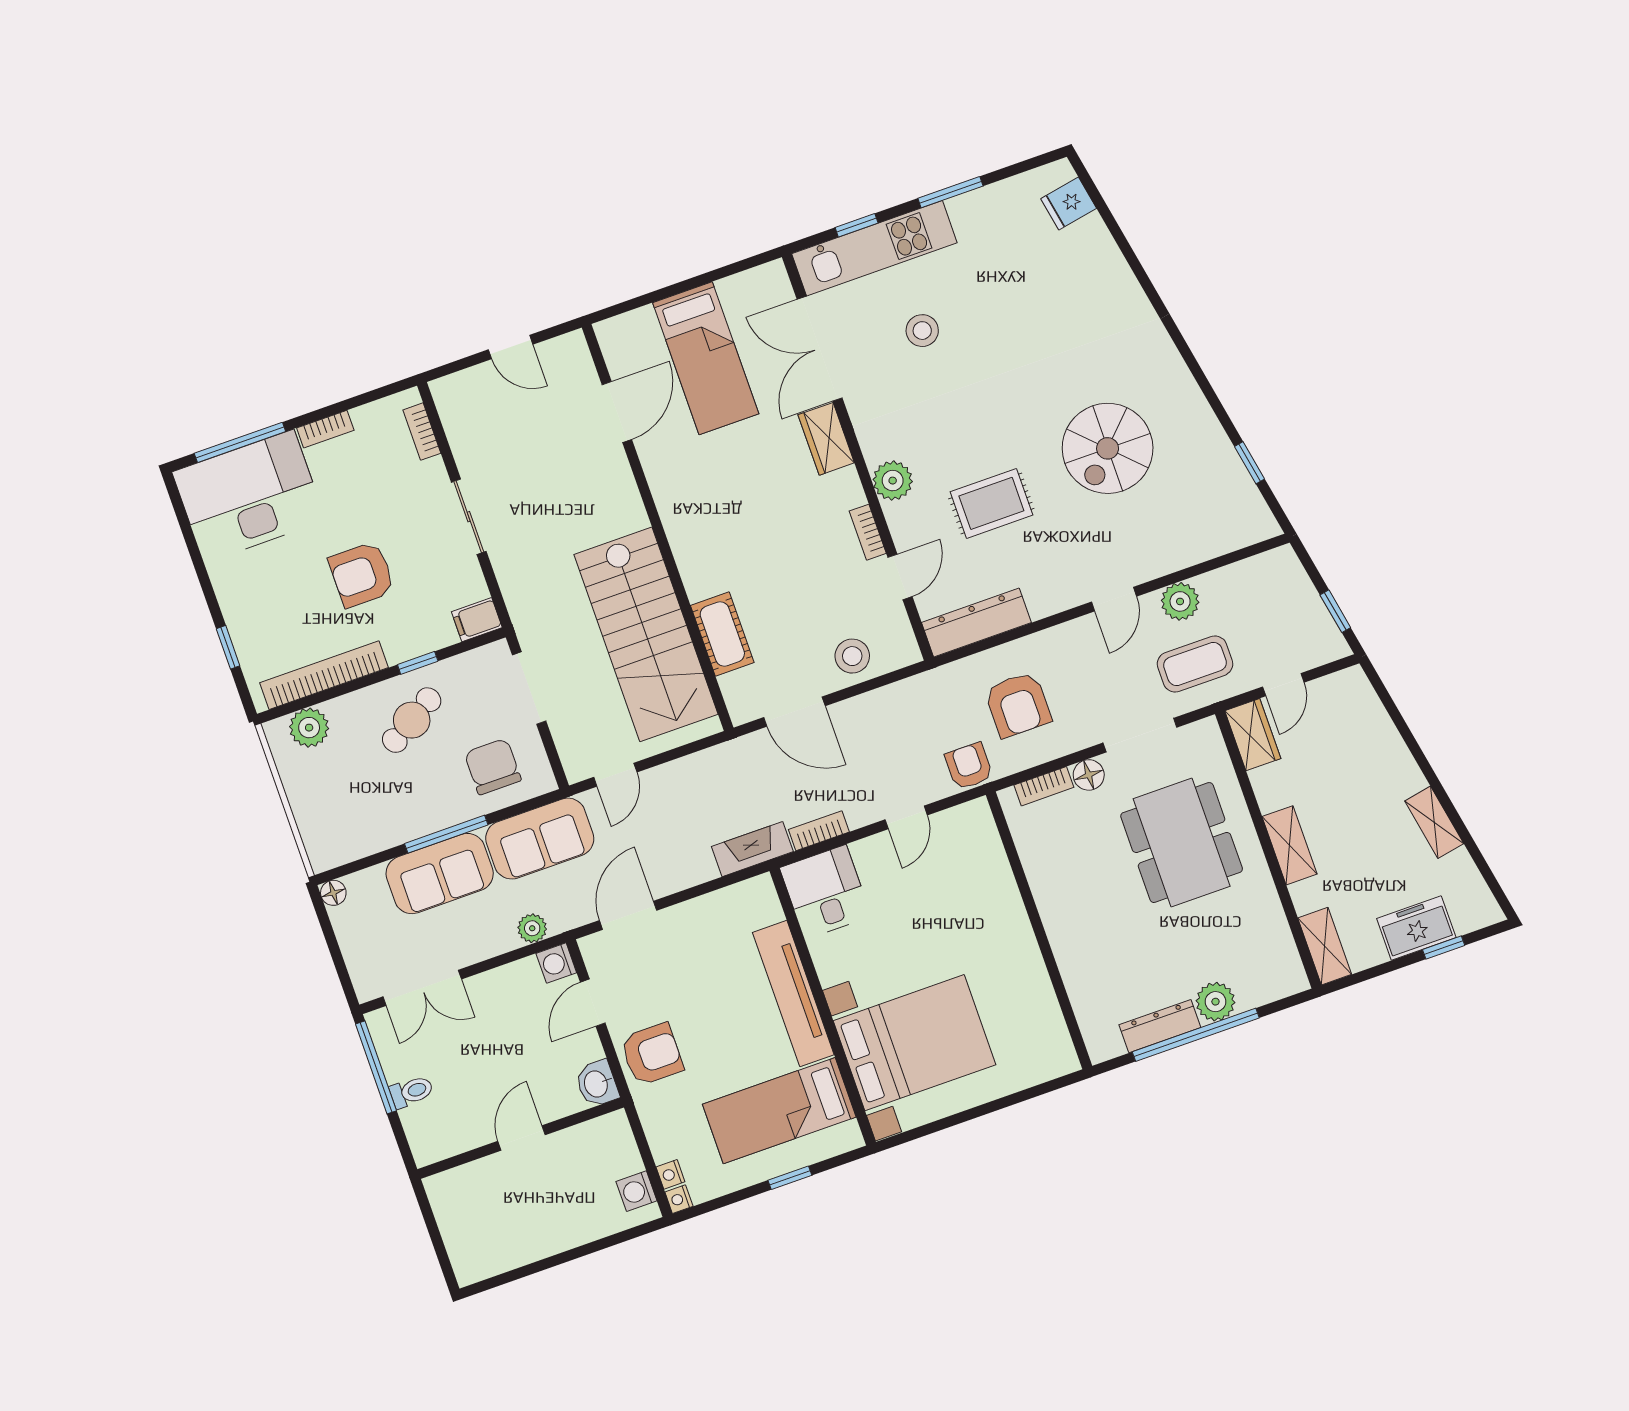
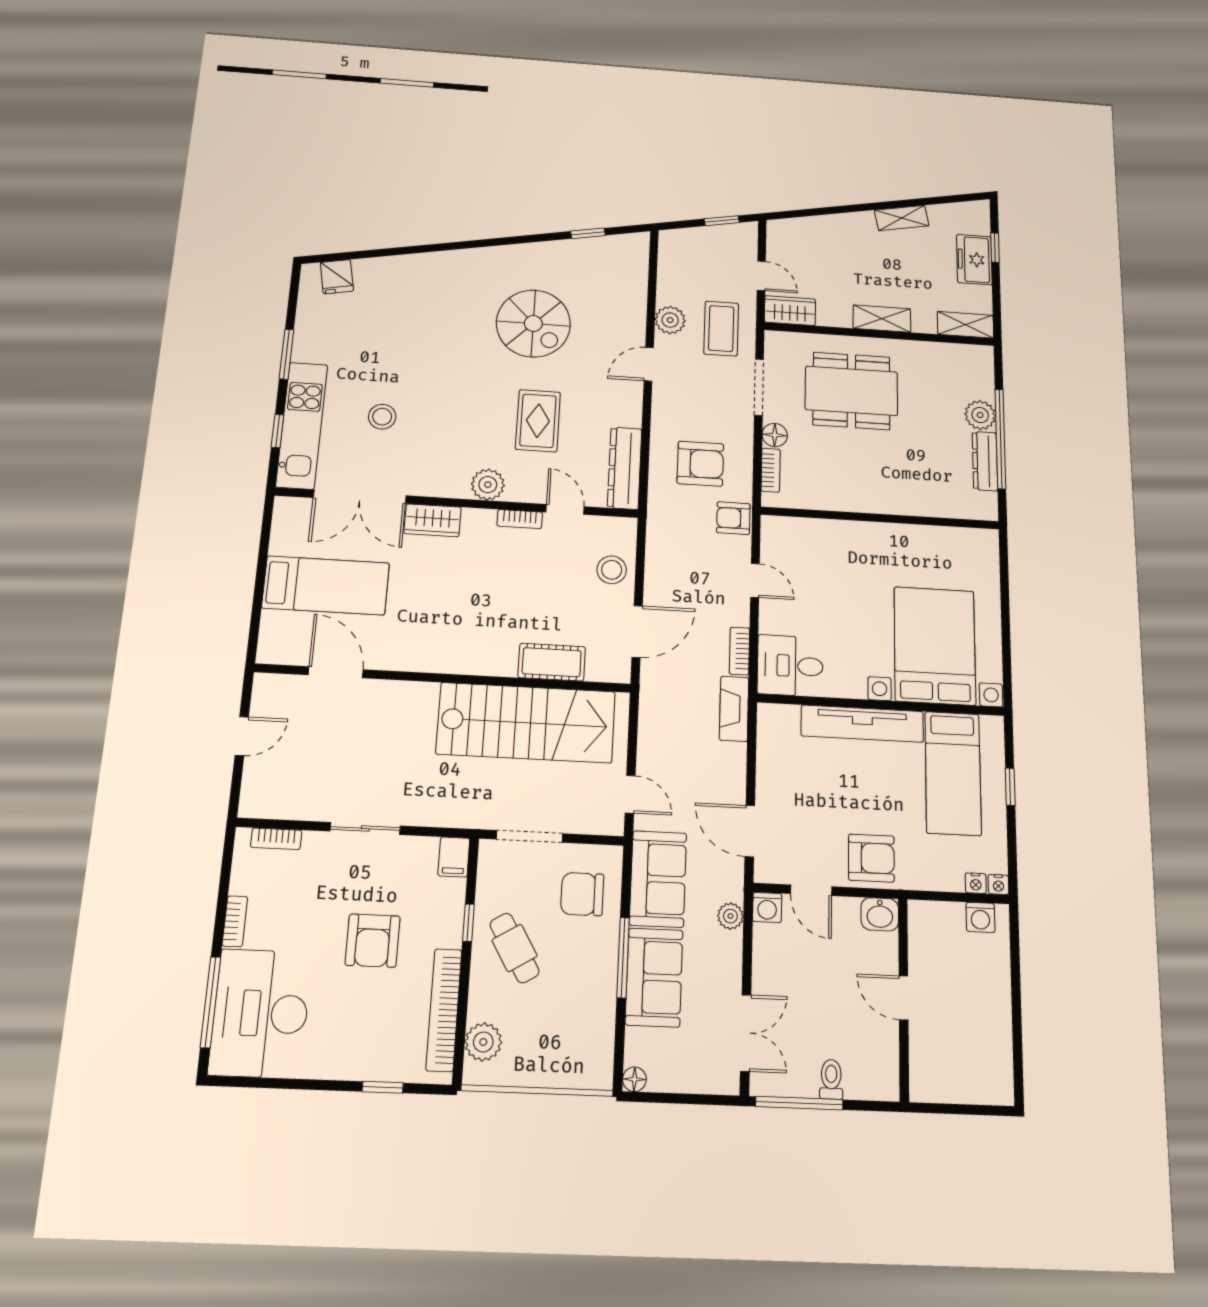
door: (1114, 599) -> (649, 364), swing flipped
armchair: (652, 1054) -> (871, 858), turned 90

